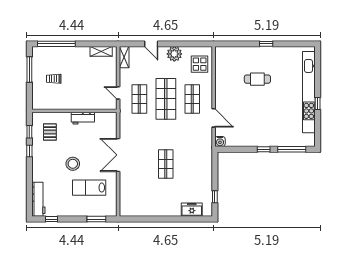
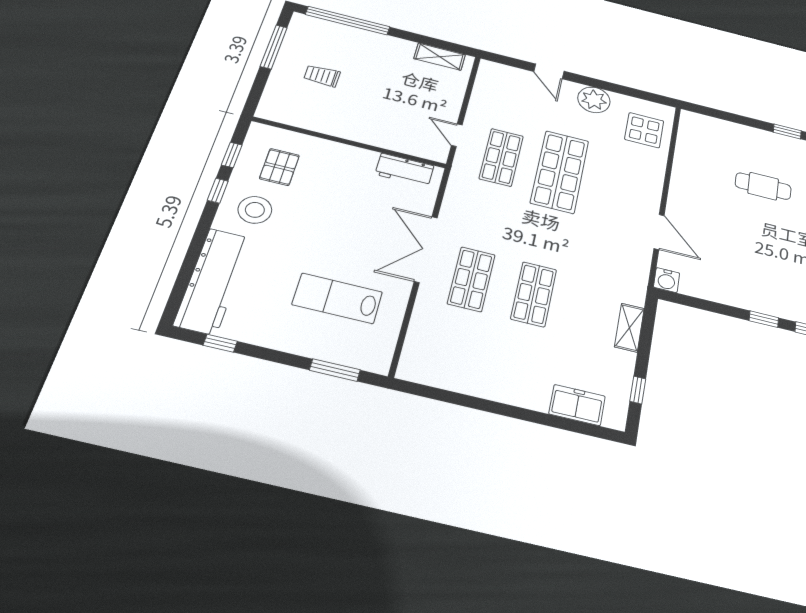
shelving: (124, 57) -> (629, 328), moved
shop shelf: (192, 99) -> (471, 279), moved
workbench: (83, 118) -> (405, 170), moved
stool: (73, 164) -> (255, 210), moved
workbench: (38, 199) -> (213, 281), width x1.36, depth x1.32

